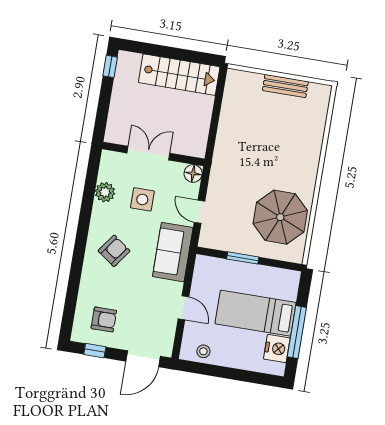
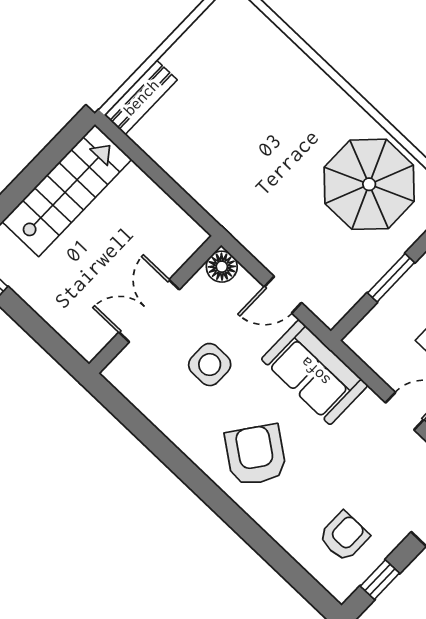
bench: (285, 86) -> (141, 97), moved
plant: (105, 192) -> (163, 411), removed
armchair: (114, 251) -> (256, 455), width x1.38, depth x1.38

